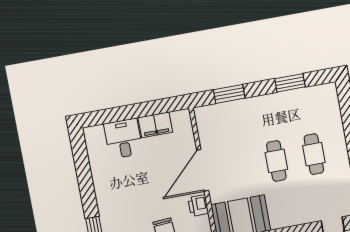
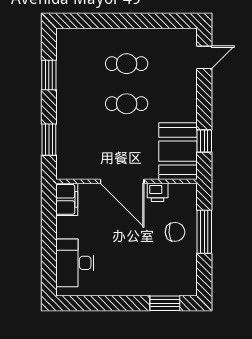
filing cabinet: (155, 125) -> (67, 199), moved
desk: (123, 139) -> (75, 263), width x1.37

